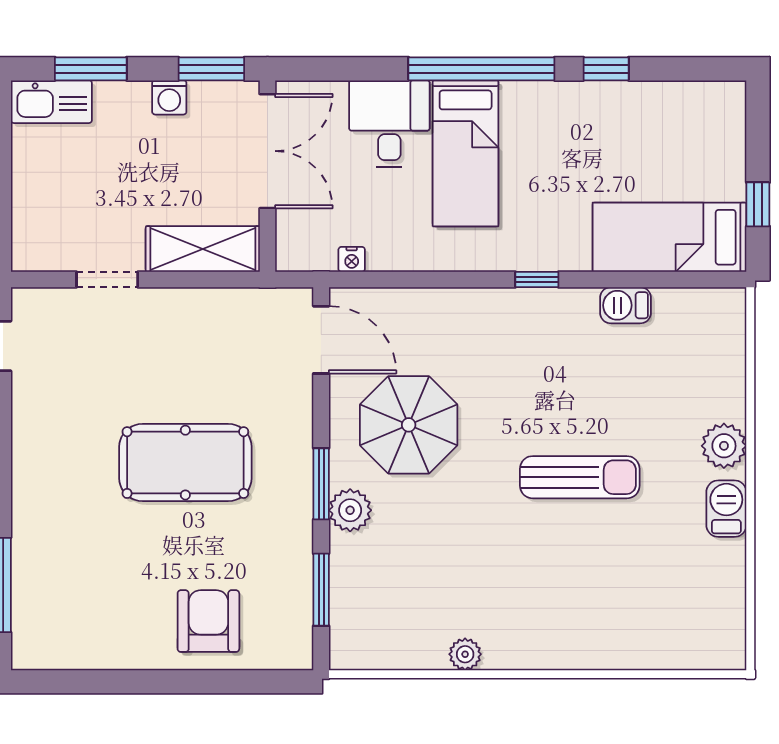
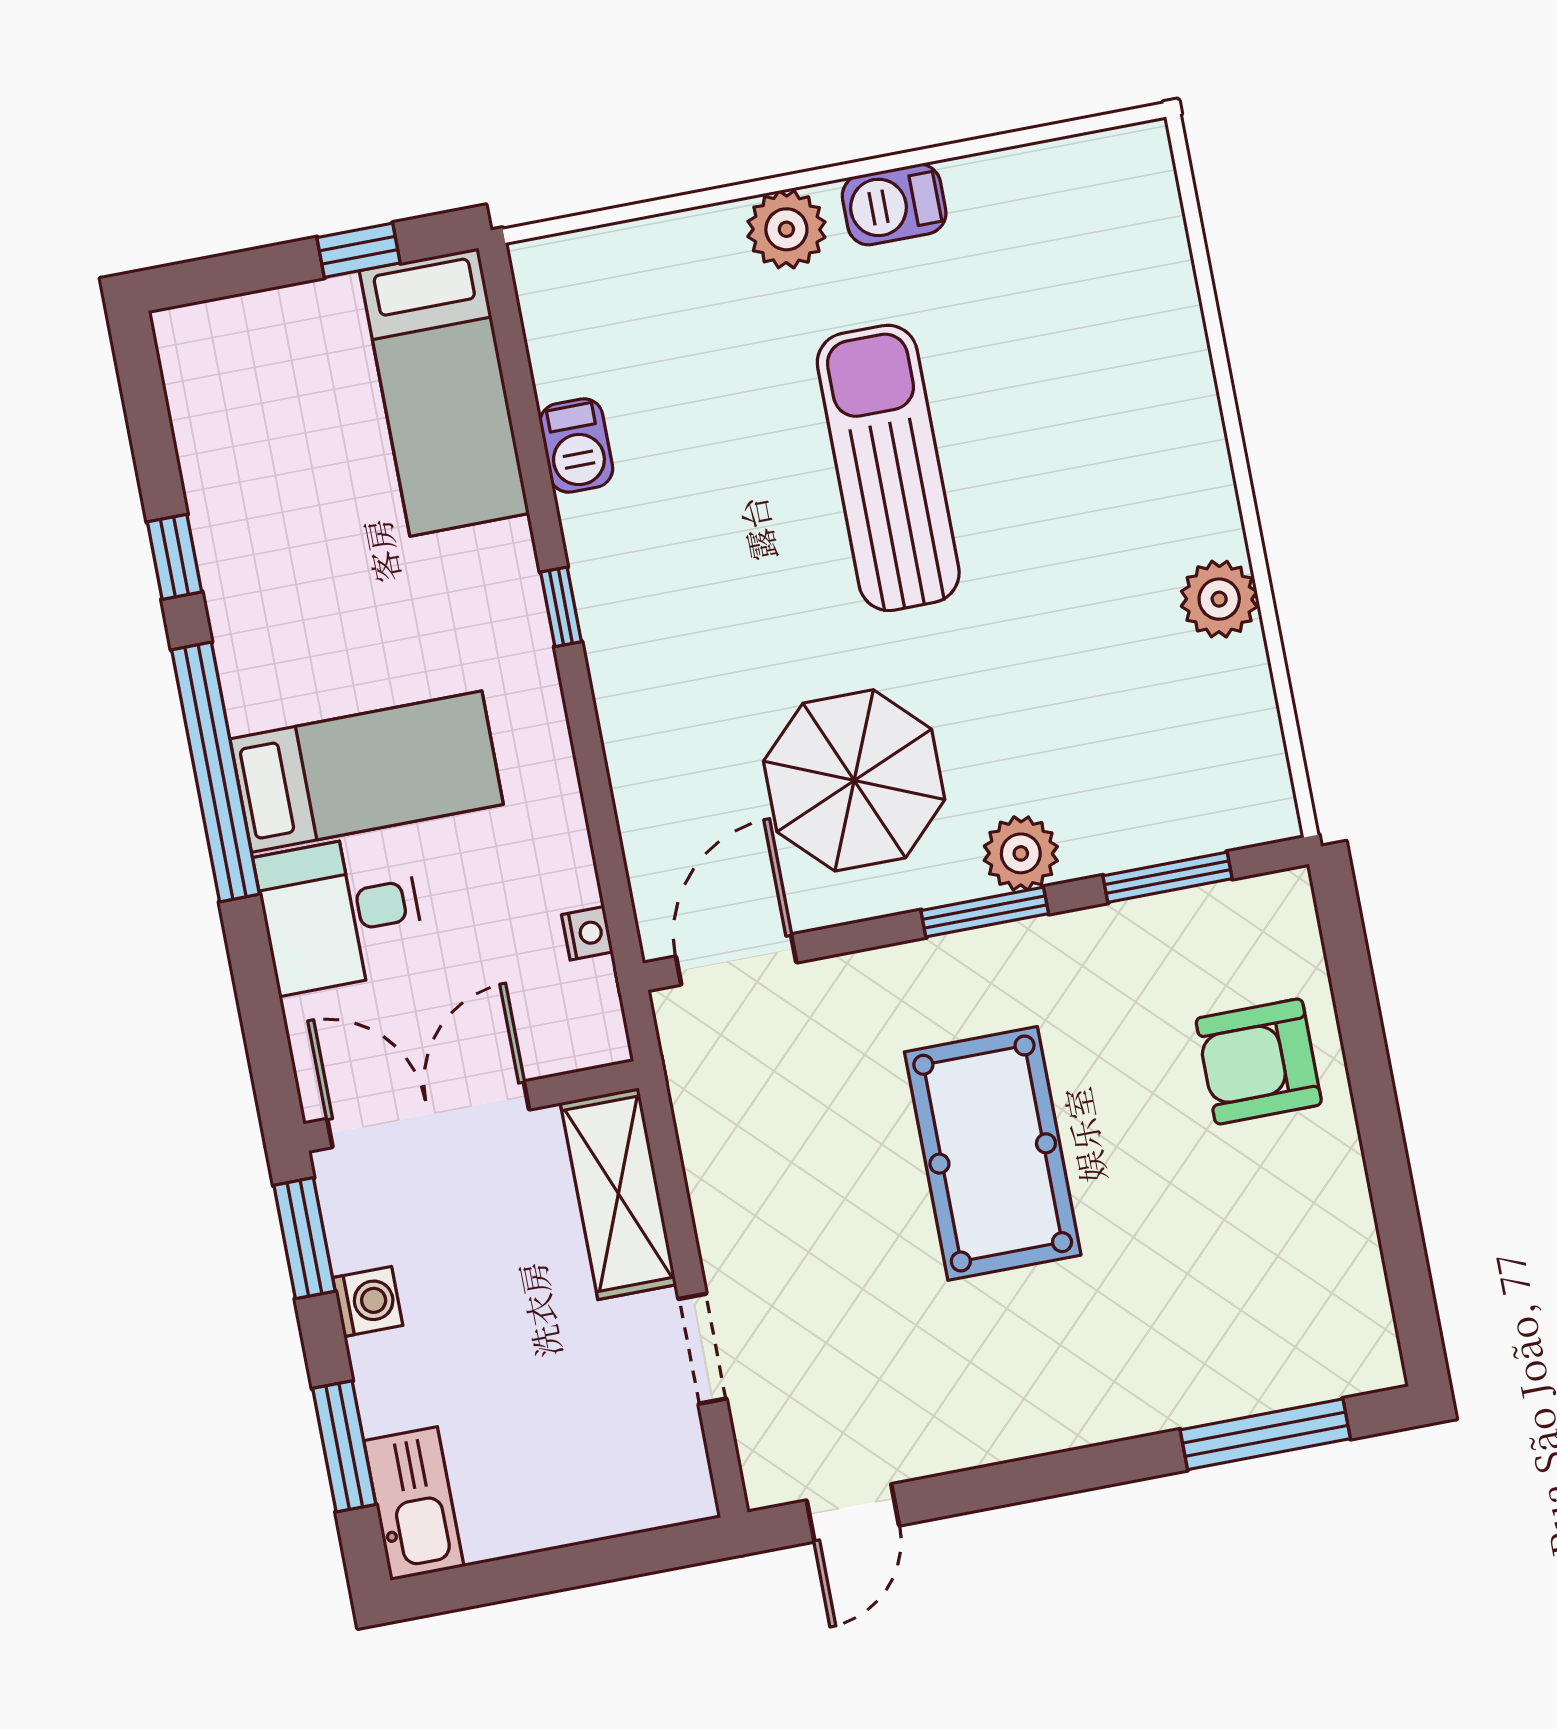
sun lounger: (580, 477) -> (888, 468), width x1.36, depth x1.34
plant: (465, 654) -> (1219, 599), width x1.38, depth x1.38

